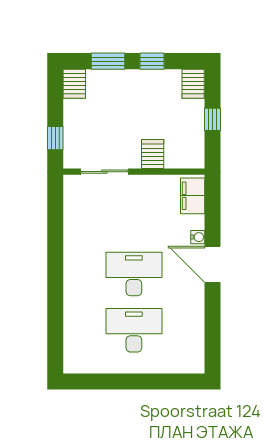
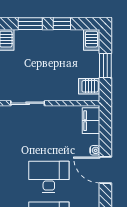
window: (213, 119) -> (105, 66), width x1.50
server rack: (153, 154) -> (89, 86), moved, turned -90

